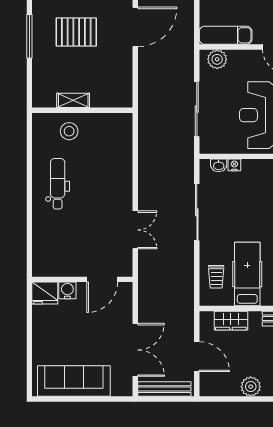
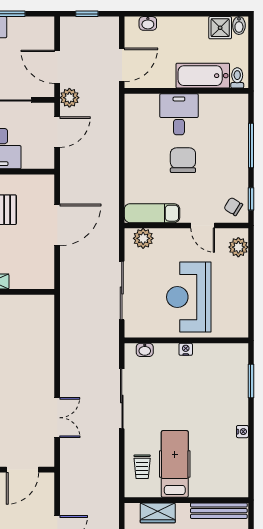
door: (135, 27) -> (57, 225), moved
nightstand: (234, 165) -> (186, 349), moved

